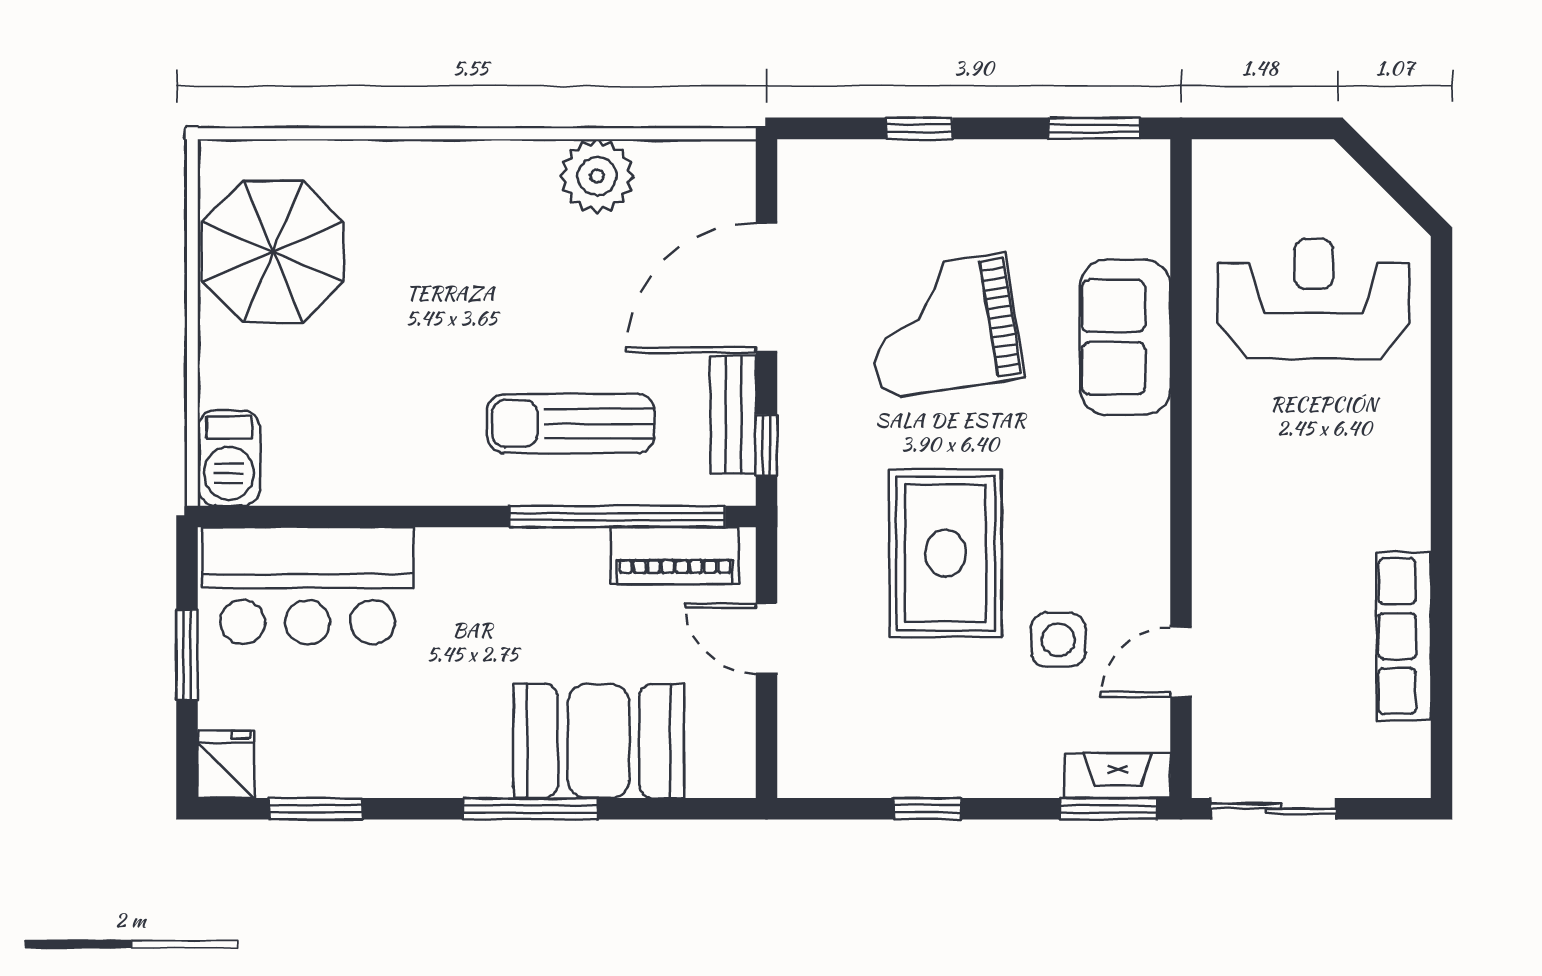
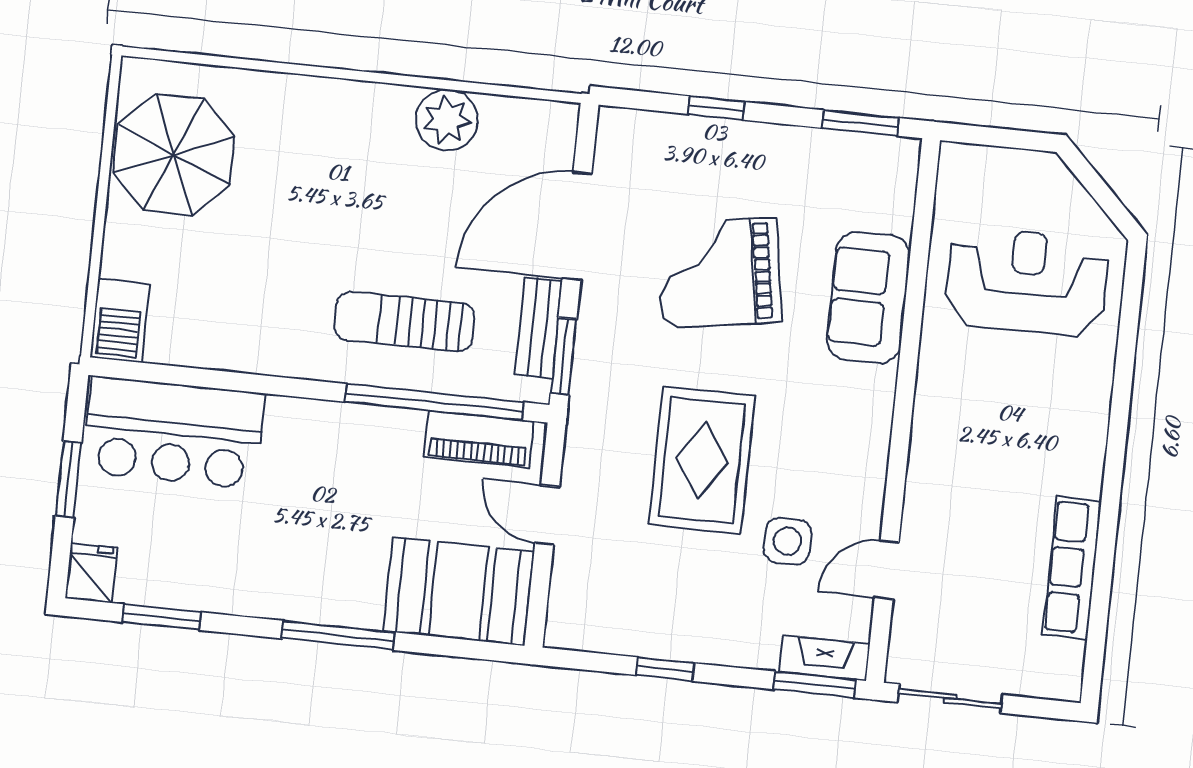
window: (766, 445) -> (564, 356), width x1.50
booth: (599, 741) -> (458, 591), moved

